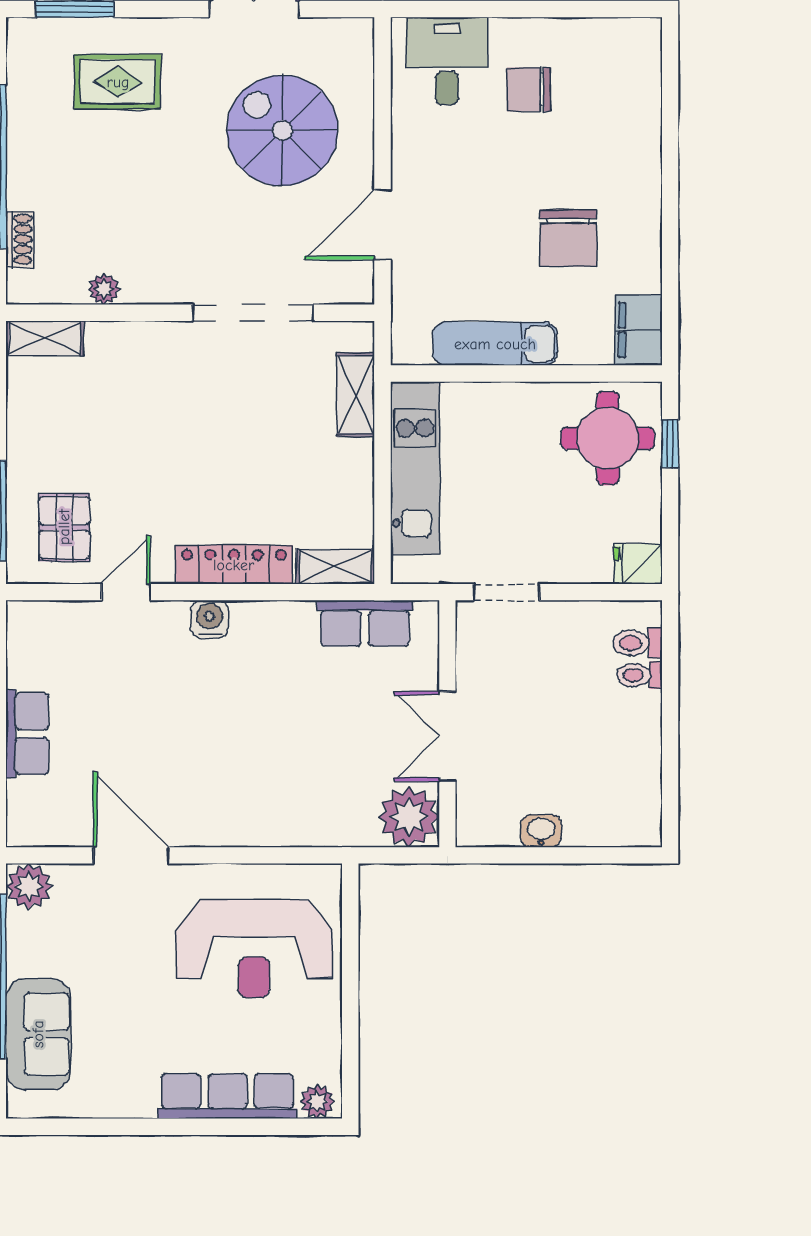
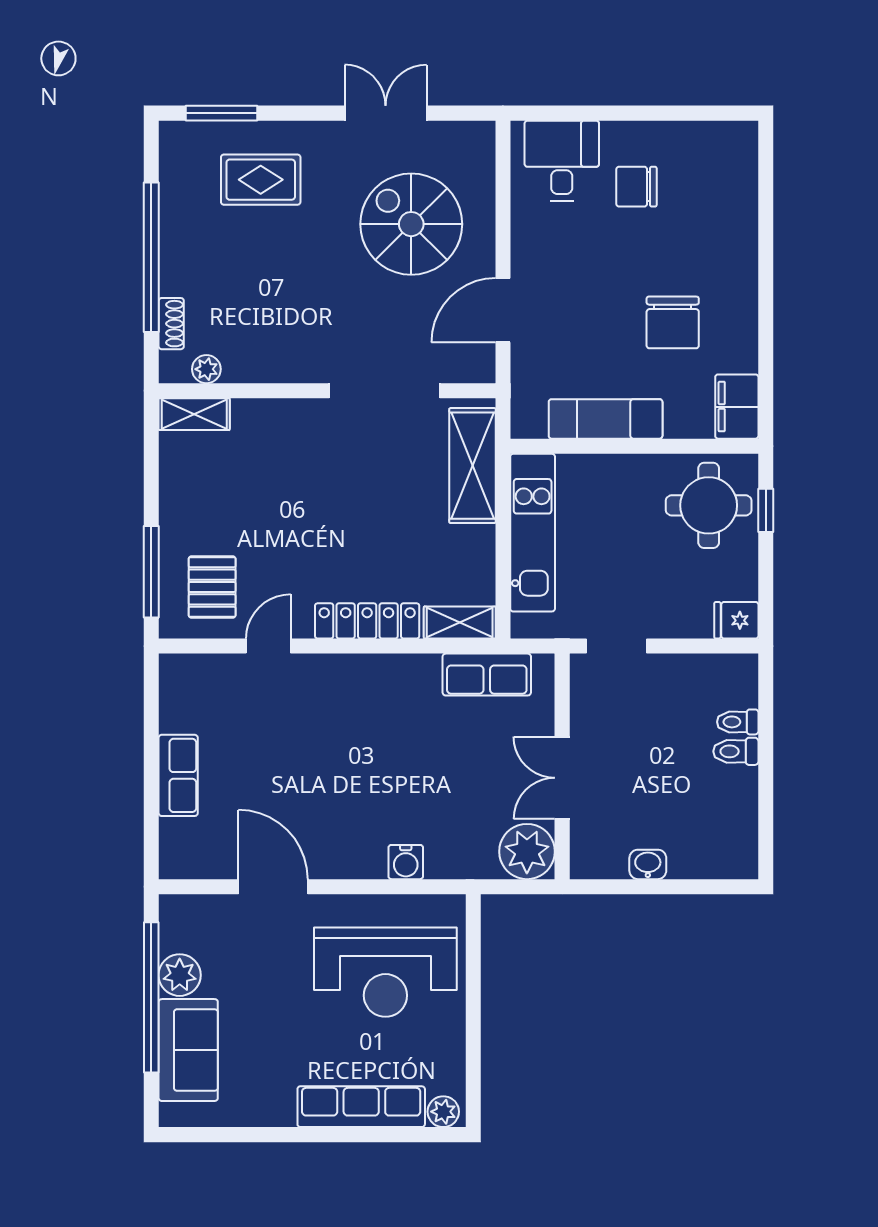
plant: (104, 289) -> (206, 369), moved
shelving: (356, 395) -> (472, 466), width x1.50, depth x1.33
water cooler: (210, 619) -> (406, 862), moved, turned 180
toilet: (637, 643) -> (736, 751), moved
plant: (29, 886) -> (180, 975), moved

